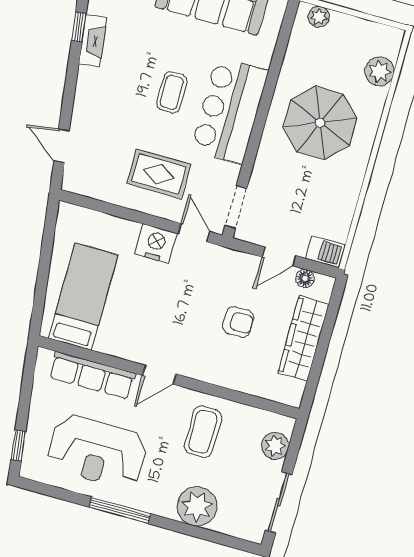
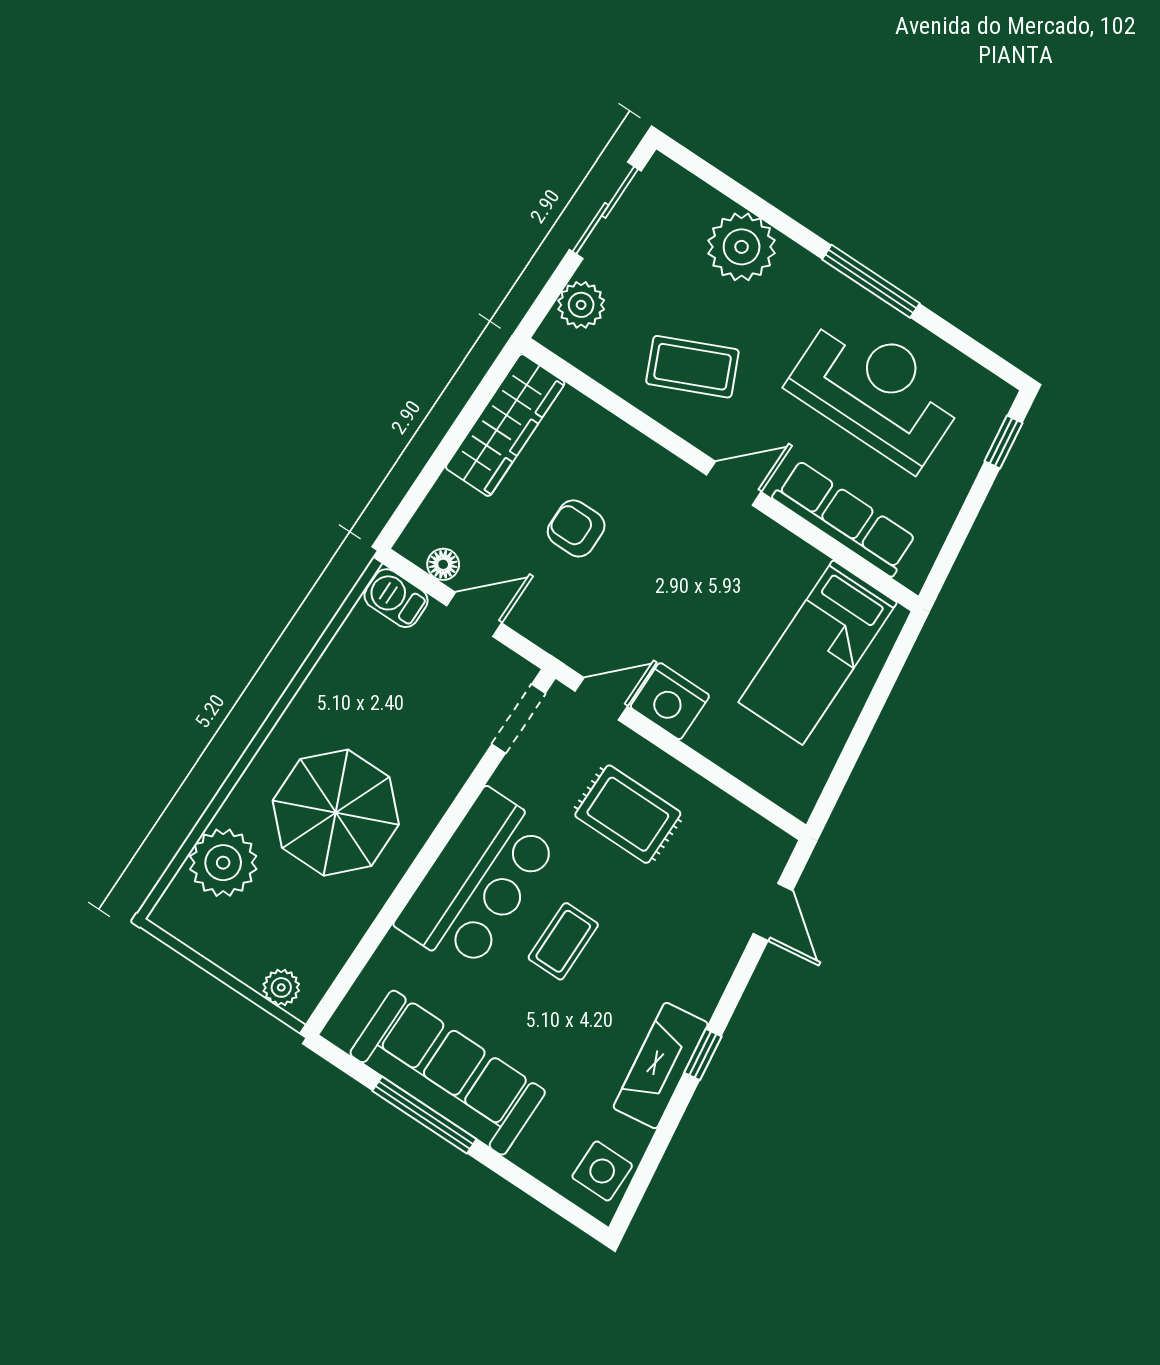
window: (79, 27) -> (703, 1055), moved
fireplace: (93, 41) -> (661, 1066), width x1.37, depth x1.32
plant: (380, 72) -> (223, 863), width x1.36, depth x1.36
door: (194, 233) -> (601, 699), swing flipped
wardrobe: (303, 338) -> (505, 425), moved
coffee table: (203, 432) -> (692, 367), turned 66

